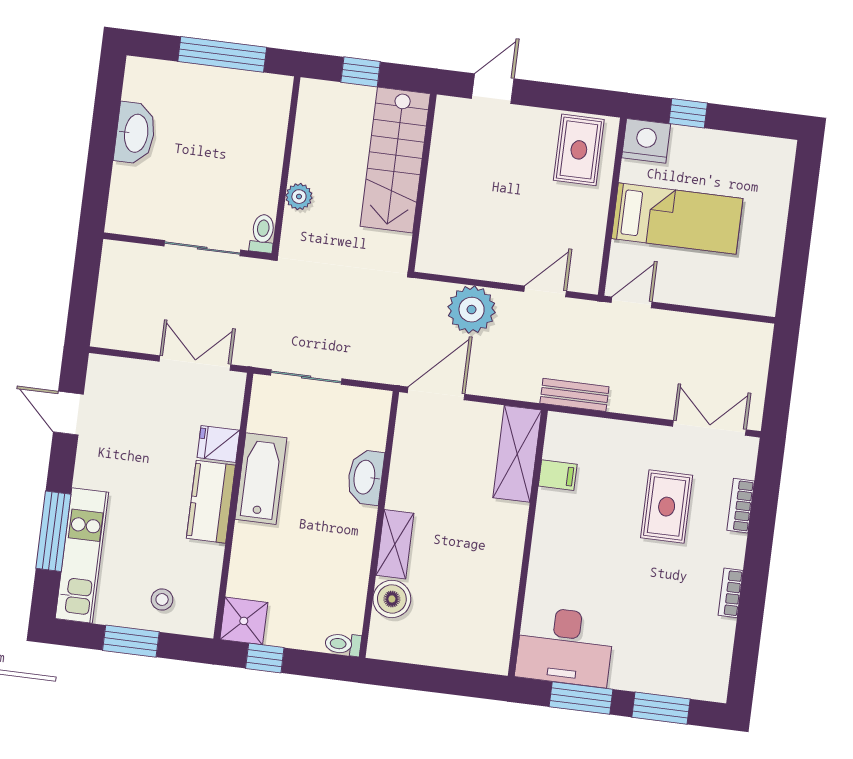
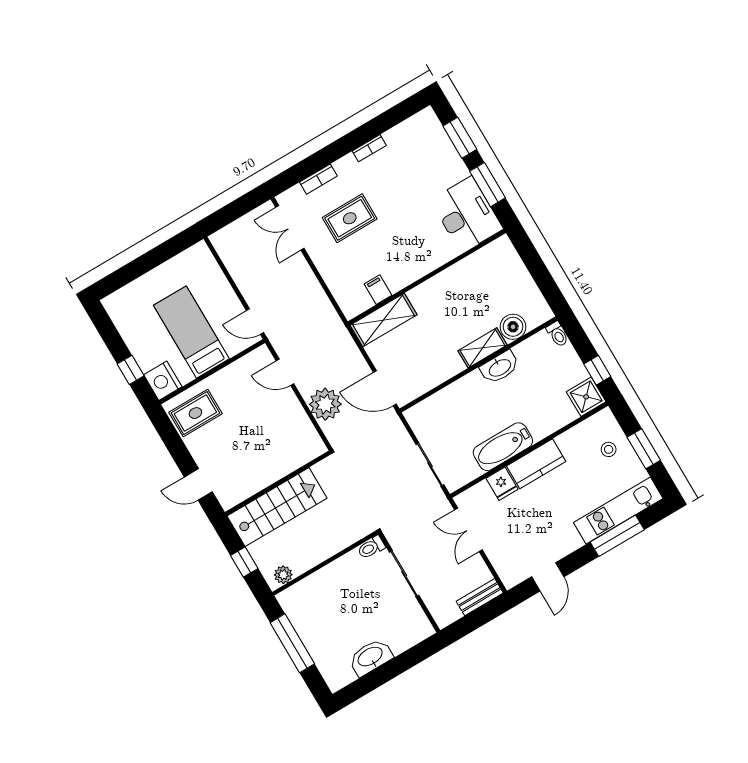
plant: (299, 197) -> (283, 575), moved
bench: (574, 395) -> (480, 597), moved, turned 90
washbasin: (365, 477) -> (500, 367), moved

